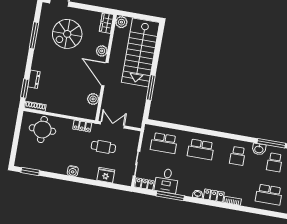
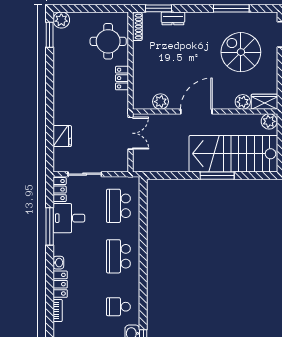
plant: (102, 51) -> (243, 102), moved
window: (151, 88) -> (217, 176), moved
locker: (82, 126) -> (122, 78), moved
cafe table: (103, 147) -> (99, 126), removed
plant: (21, 161) -> (61, 20), added
water cooler: (73, 171) -> (60, 91), removed

